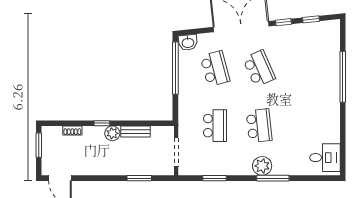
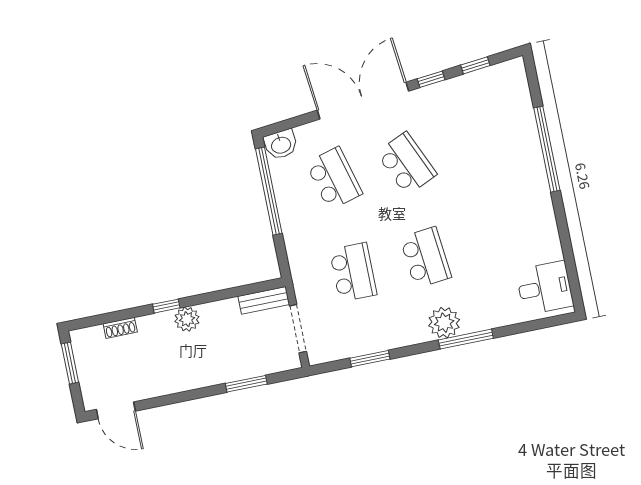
bench: (135, 131) -> (264, 300), moved

